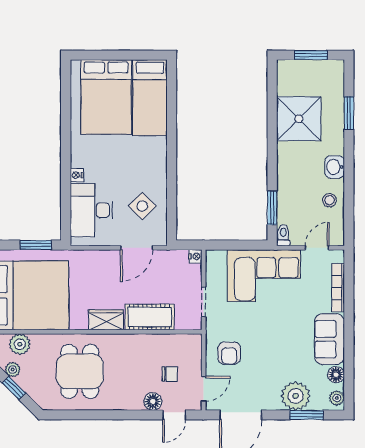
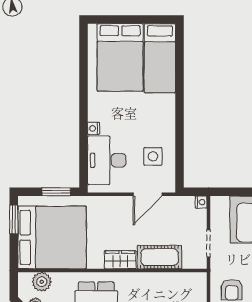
side table: (142, 206) -> (153, 156), turned 45

